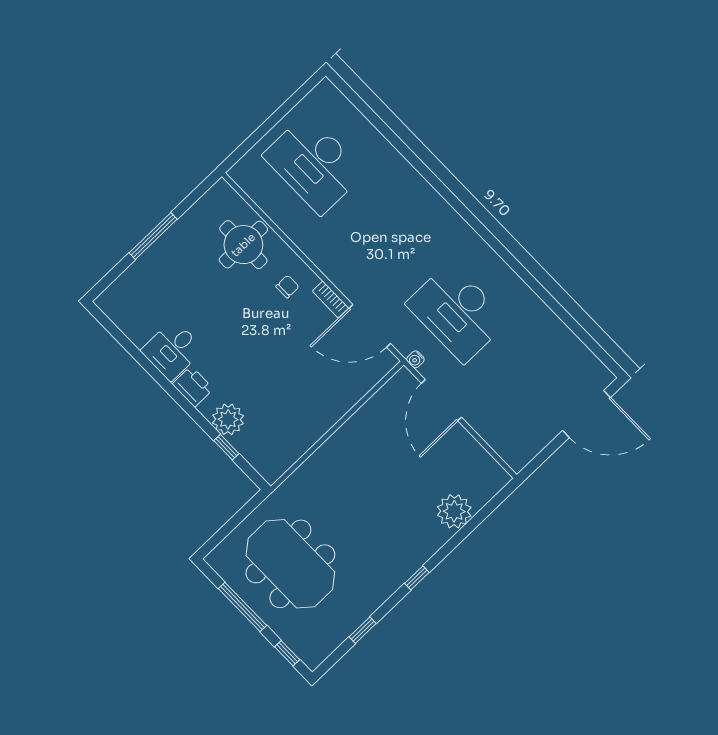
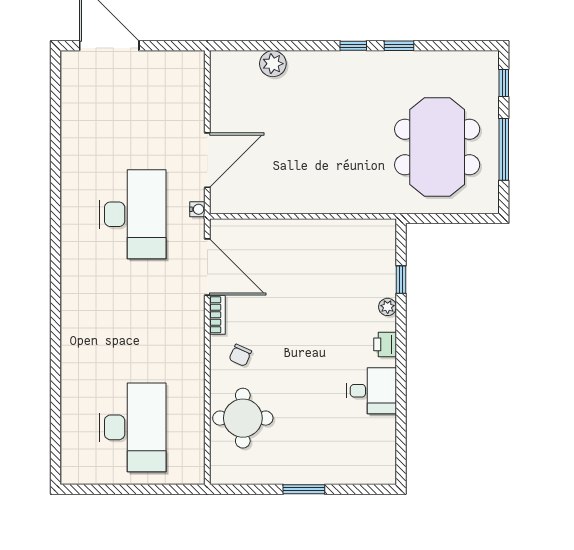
window: (153, 236) -> (304, 489), width x0.69
chair: (287, 287) -> (240, 355), turned -66
printer: (193, 387) -> (385, 344), width x0.73, depth x0.81
plant: (228, 419) -> (388, 307), width x0.53, depth x0.53
plant: (454, 511) -> (273, 64), width x0.73, depth x0.73
window: (363, 630) -> (399, 46), moved

